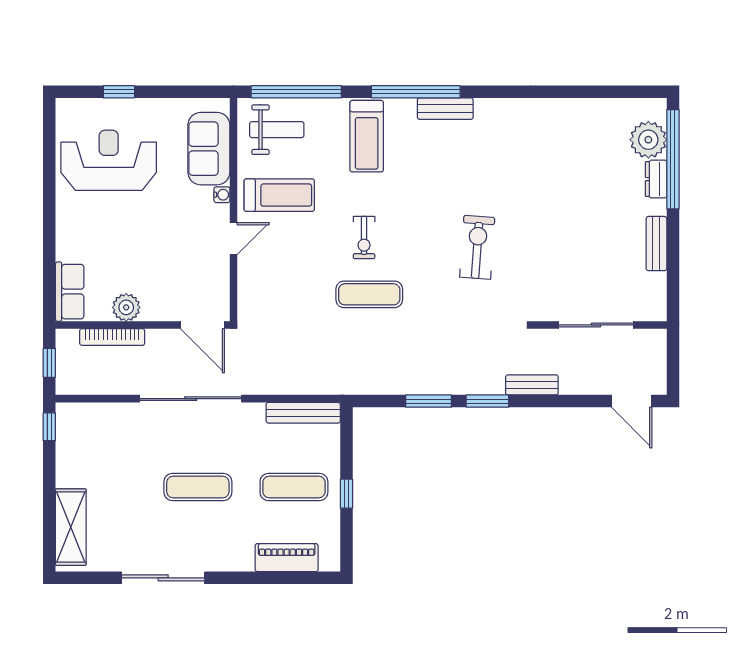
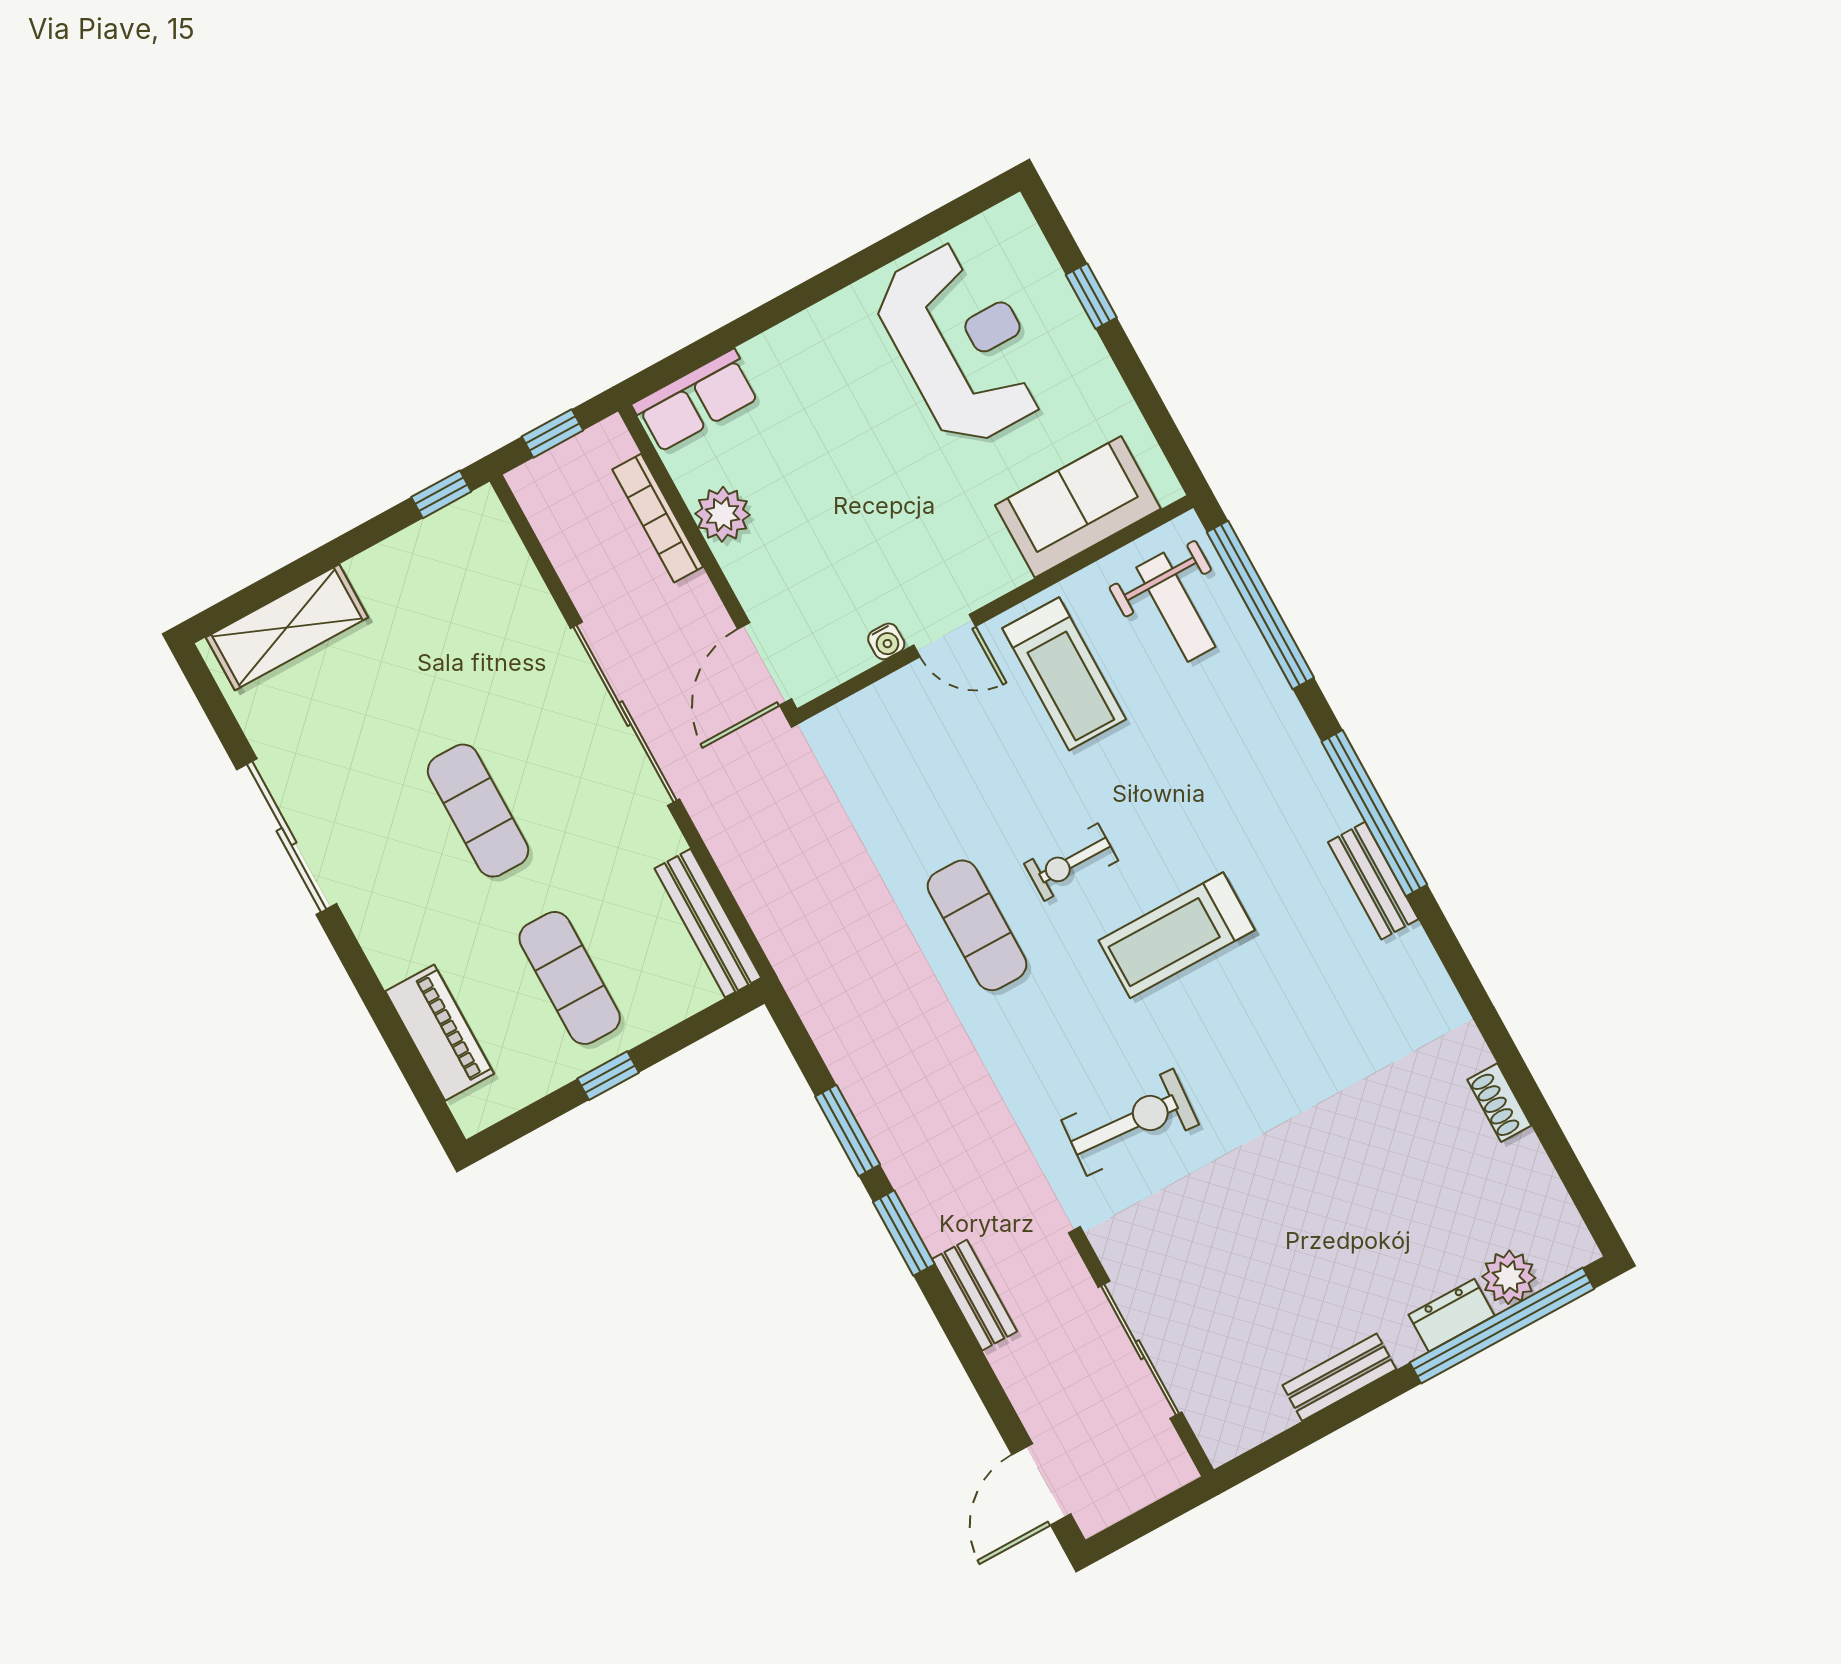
shoe rack: (574, 107) -> (1499, 1103), added
treadmill: (367, 136) -> (1177, 935), moved
plant: (648, 140) -> (1509, 1277), width x0.73, depth x0.73
water cooler: (222, 195) -> (886, 641), moved
exercise bike: (477, 247) -> (1130, 1122), moved

